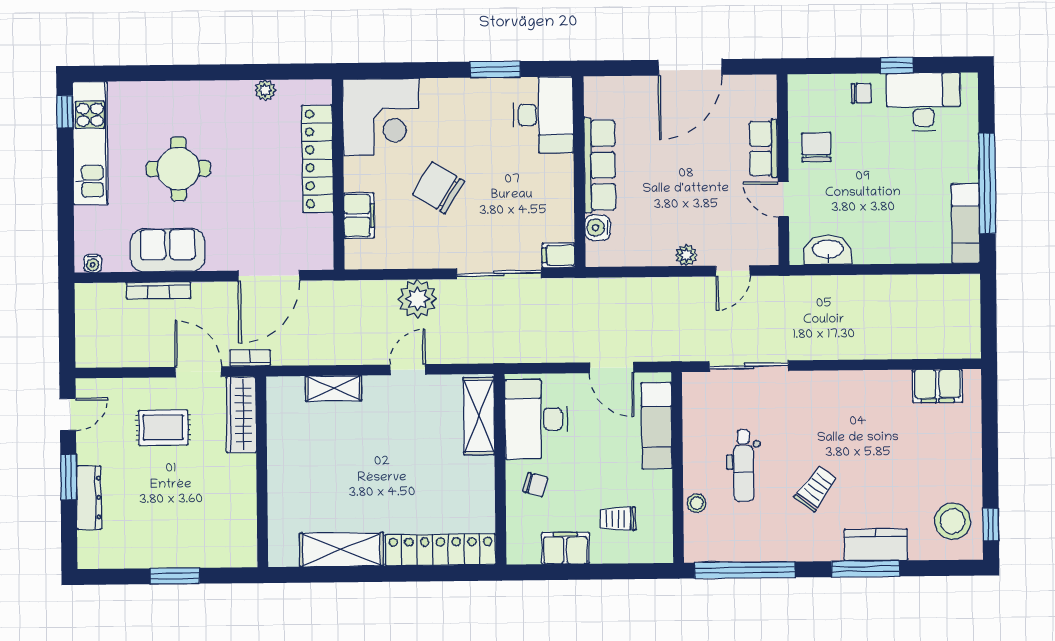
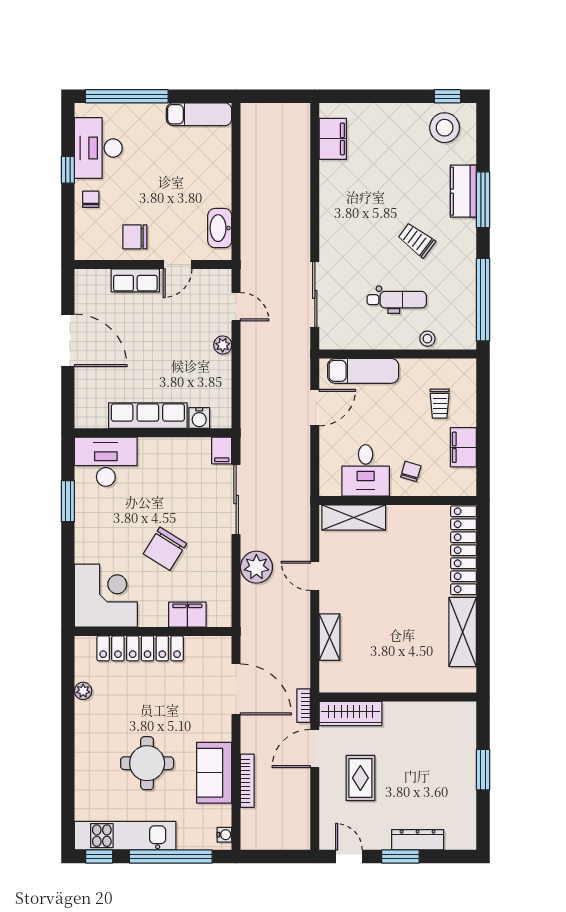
window: (987, 183) -> (127, 96), moved
window: (66, 199) -> (171, 856), added
desk: (536, 419) -> (366, 470), width x0.73

